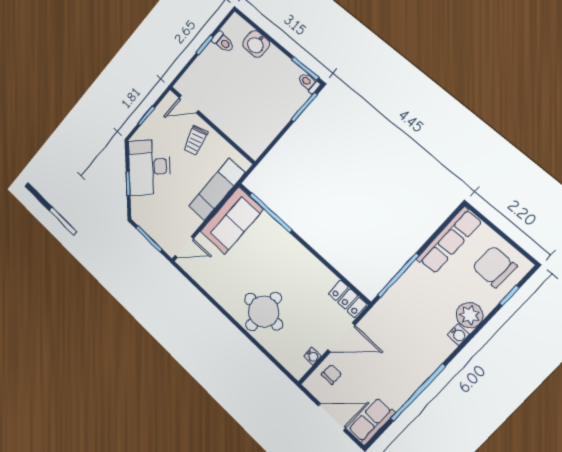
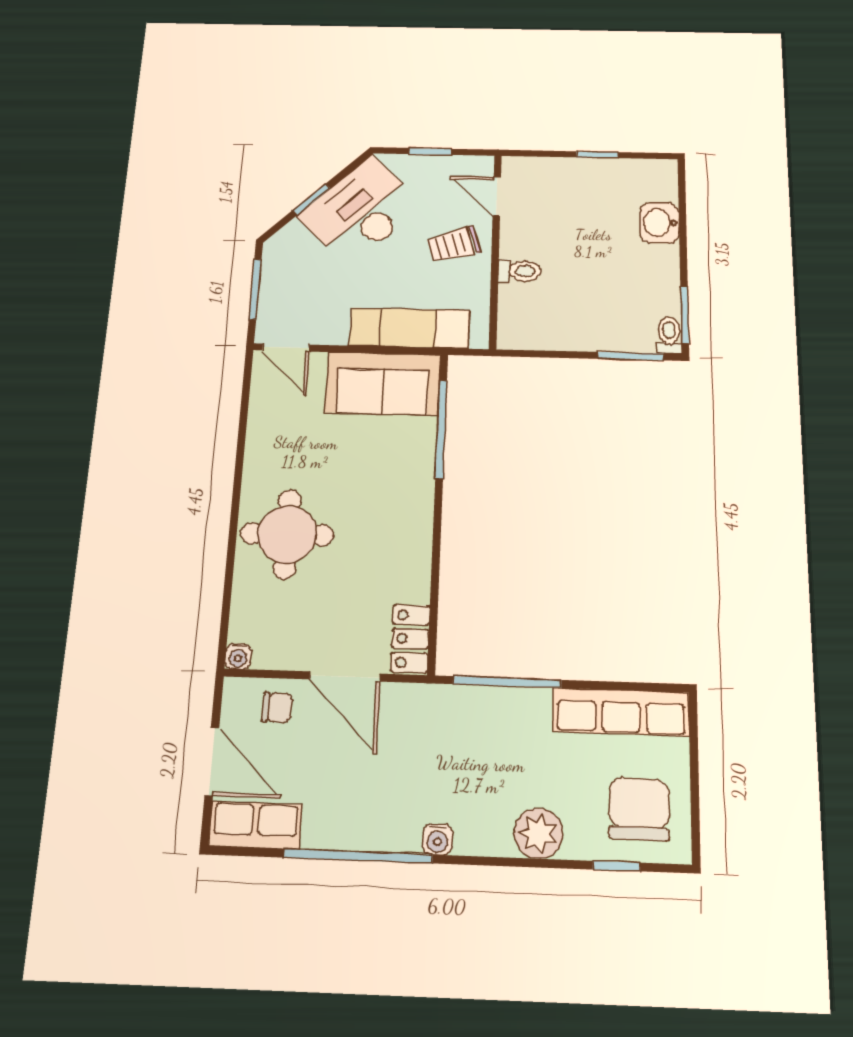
toilet: (223, 42) -> (519, 271), moved, turned -90
water cooler: (458, 335) -> (438, 839), moved
water cooler: (312, 356) -> (238, 656), moved

